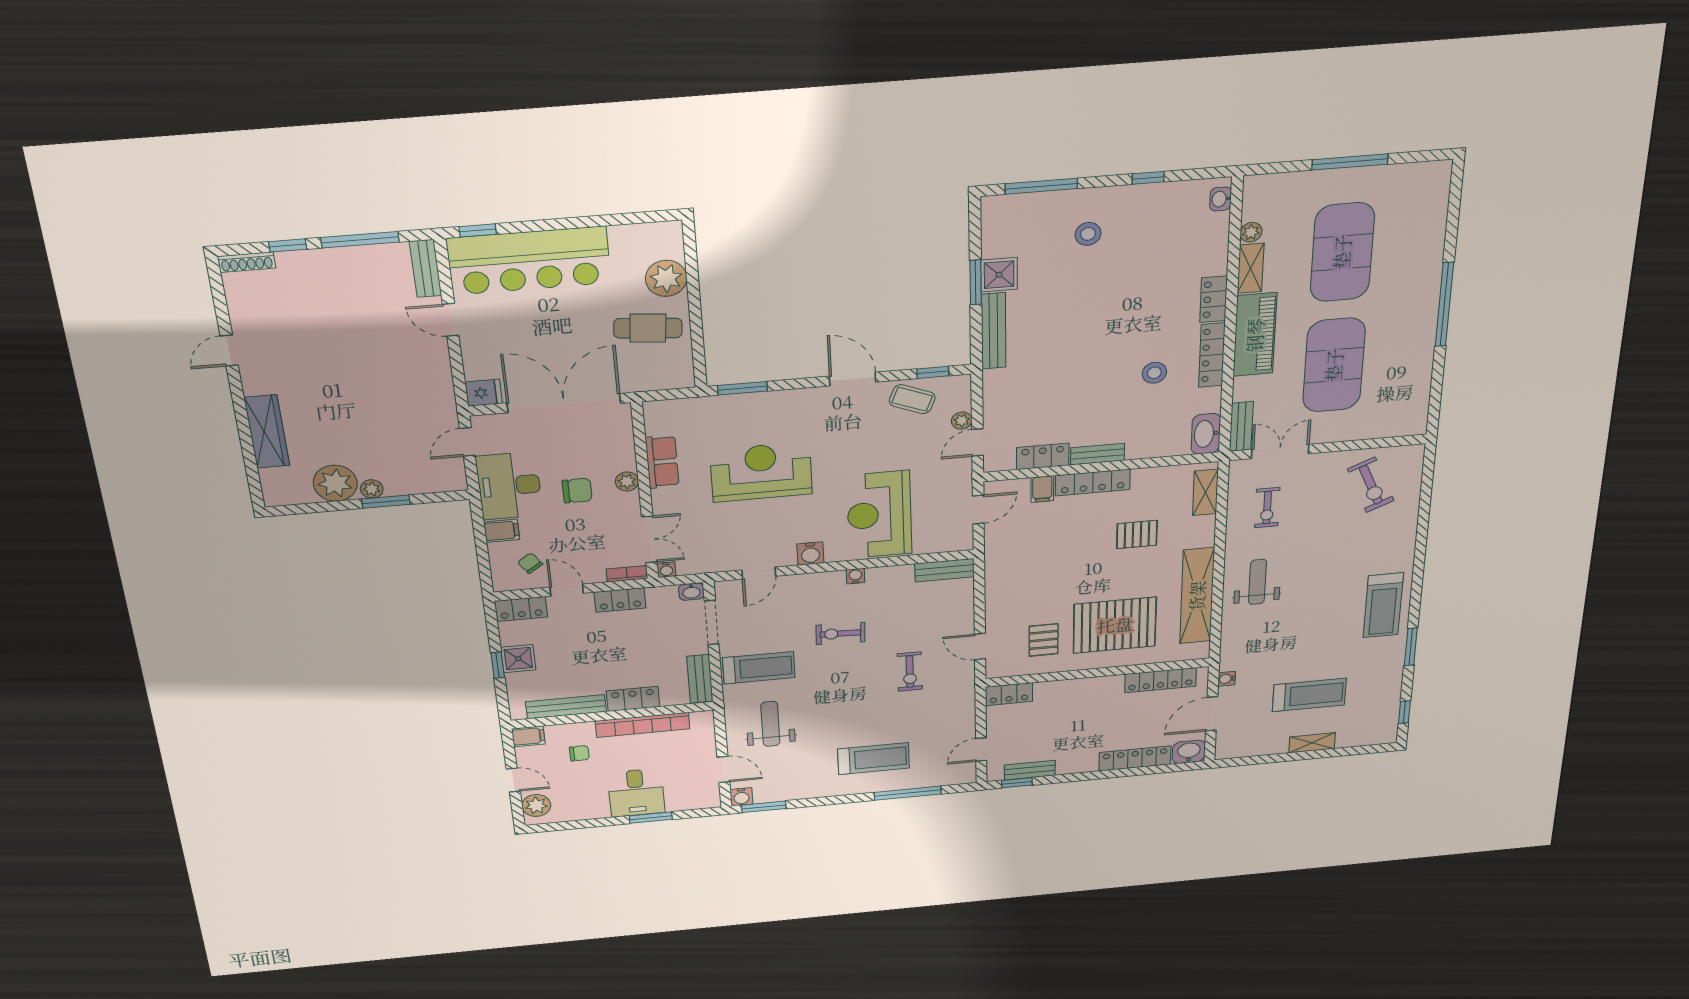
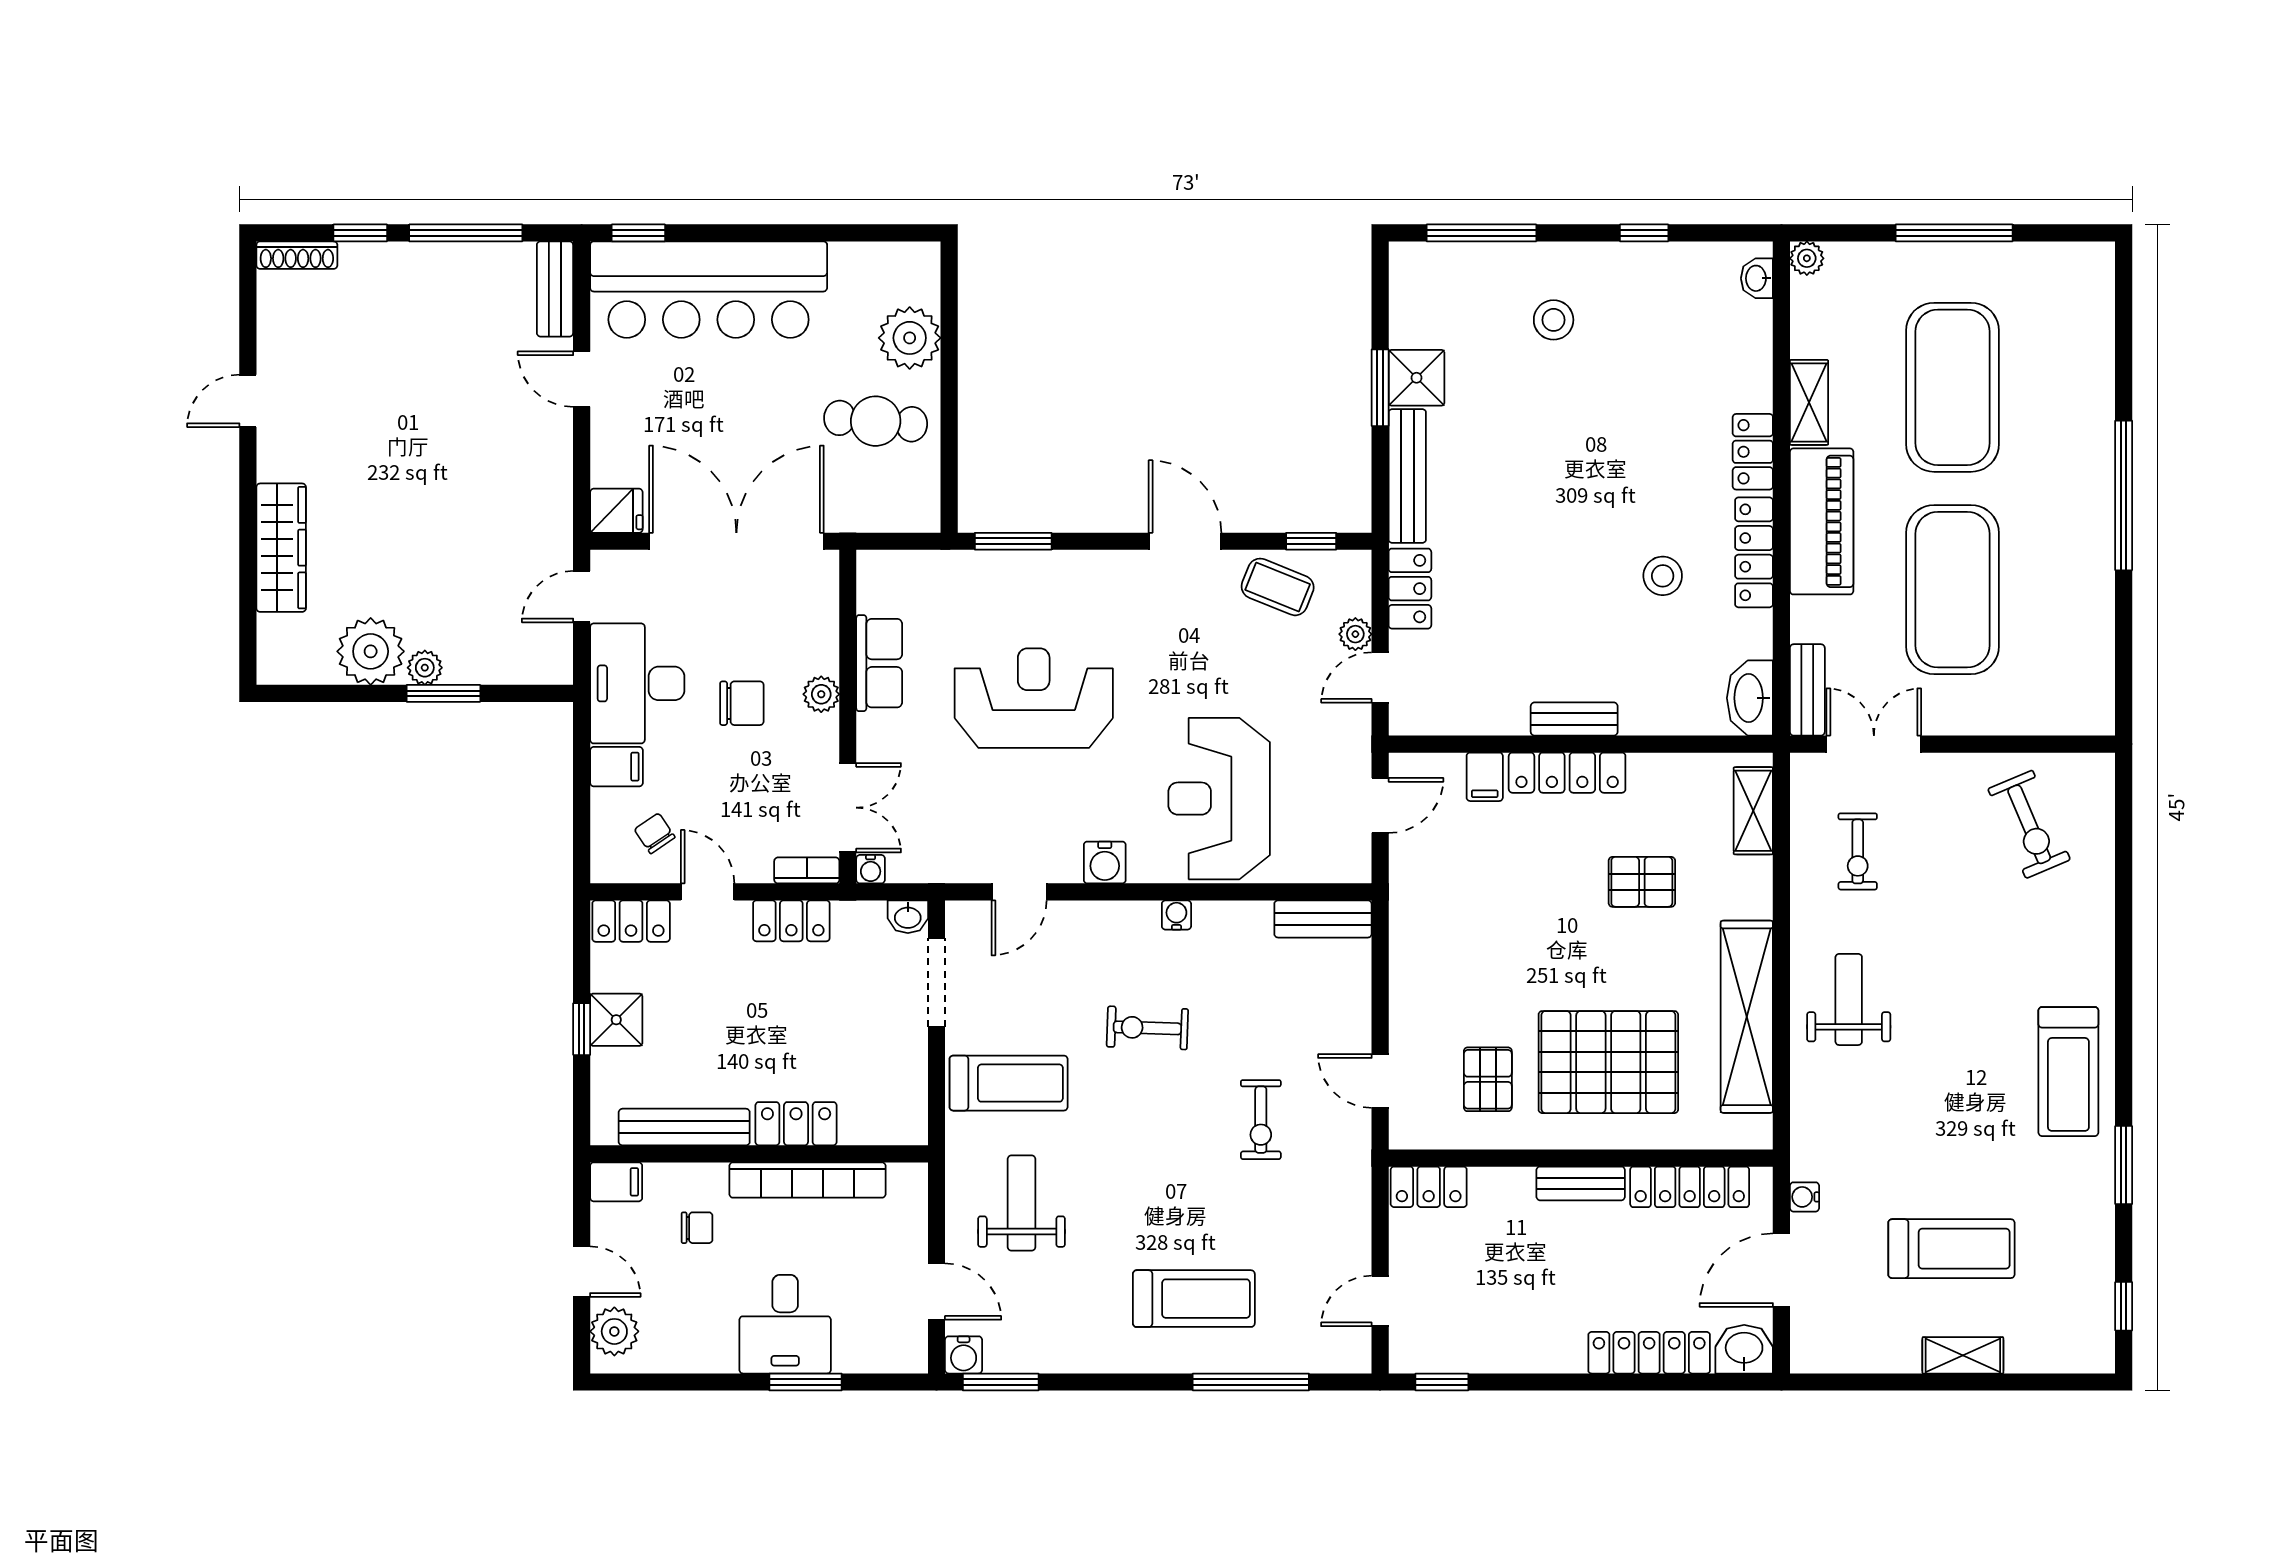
plant: (1251, 232) -> (1807, 258), moved
locker: (1043, 456) -> (1410, 589), moved, turned 90
bench: (700, 679) -> (909, 1095), removed
bench: (1030, 770) -> (1581, 1183), moved

